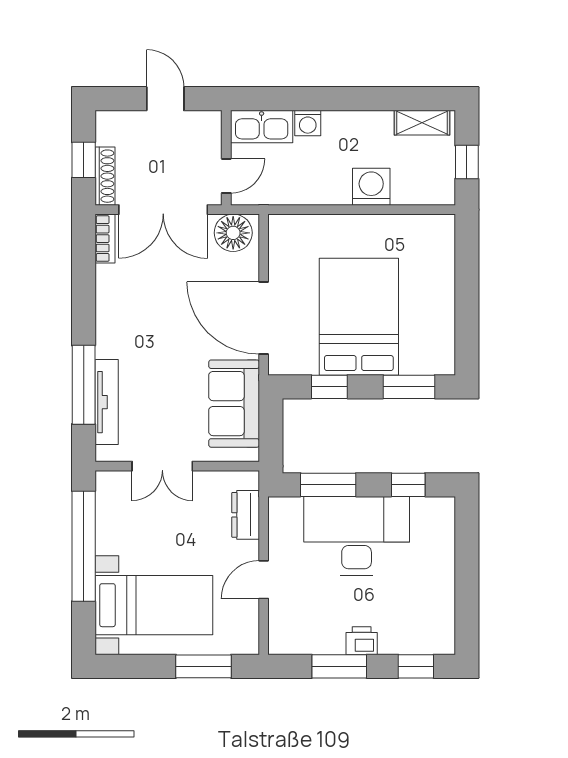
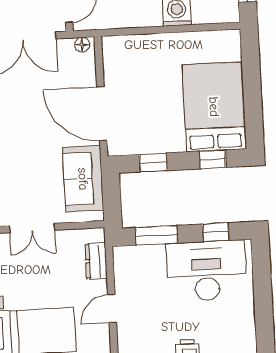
floor lamp: (233, 233) -> (82, 45), width x0.53, depth x0.53
bed: (359, 317) -> (214, 107), moved
window: (409, 387) -> (213, 159), width x0.67
desk: (357, 536) -> (207, 271), moved

